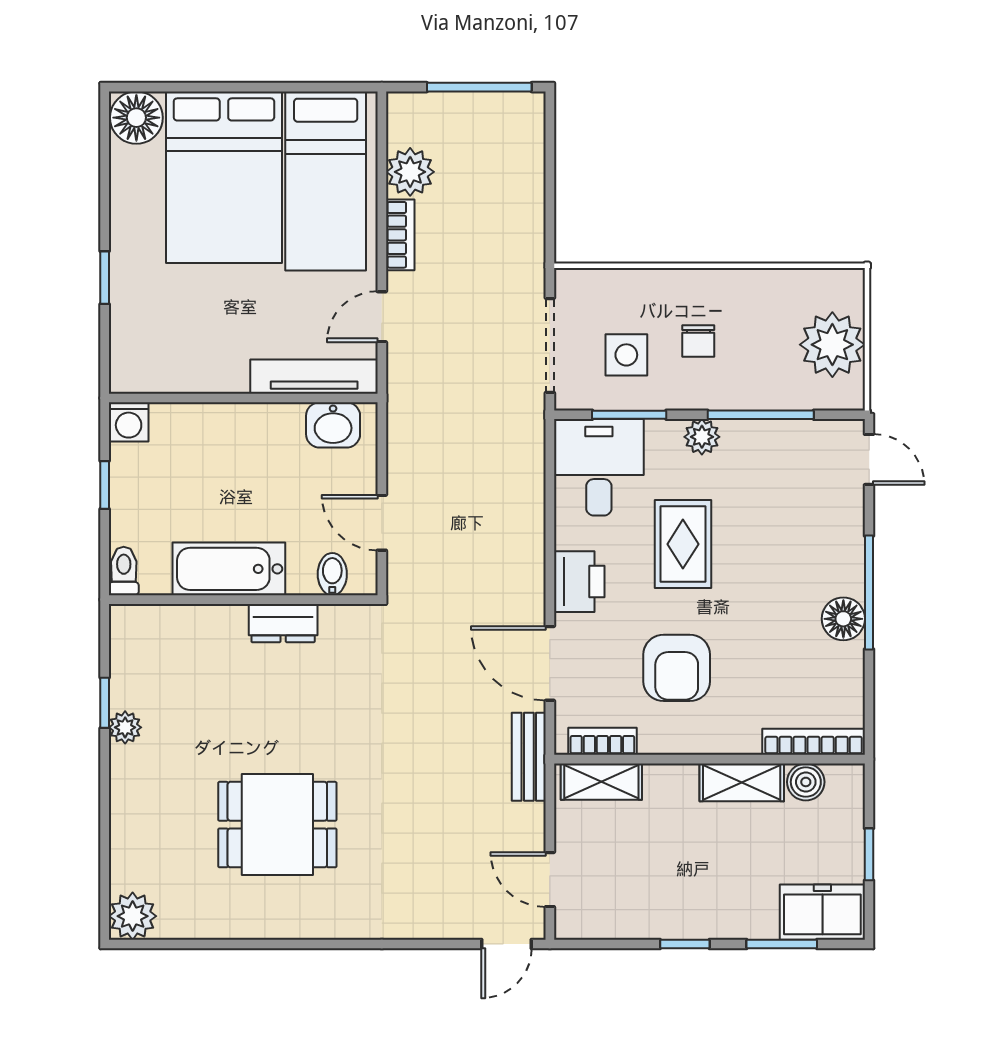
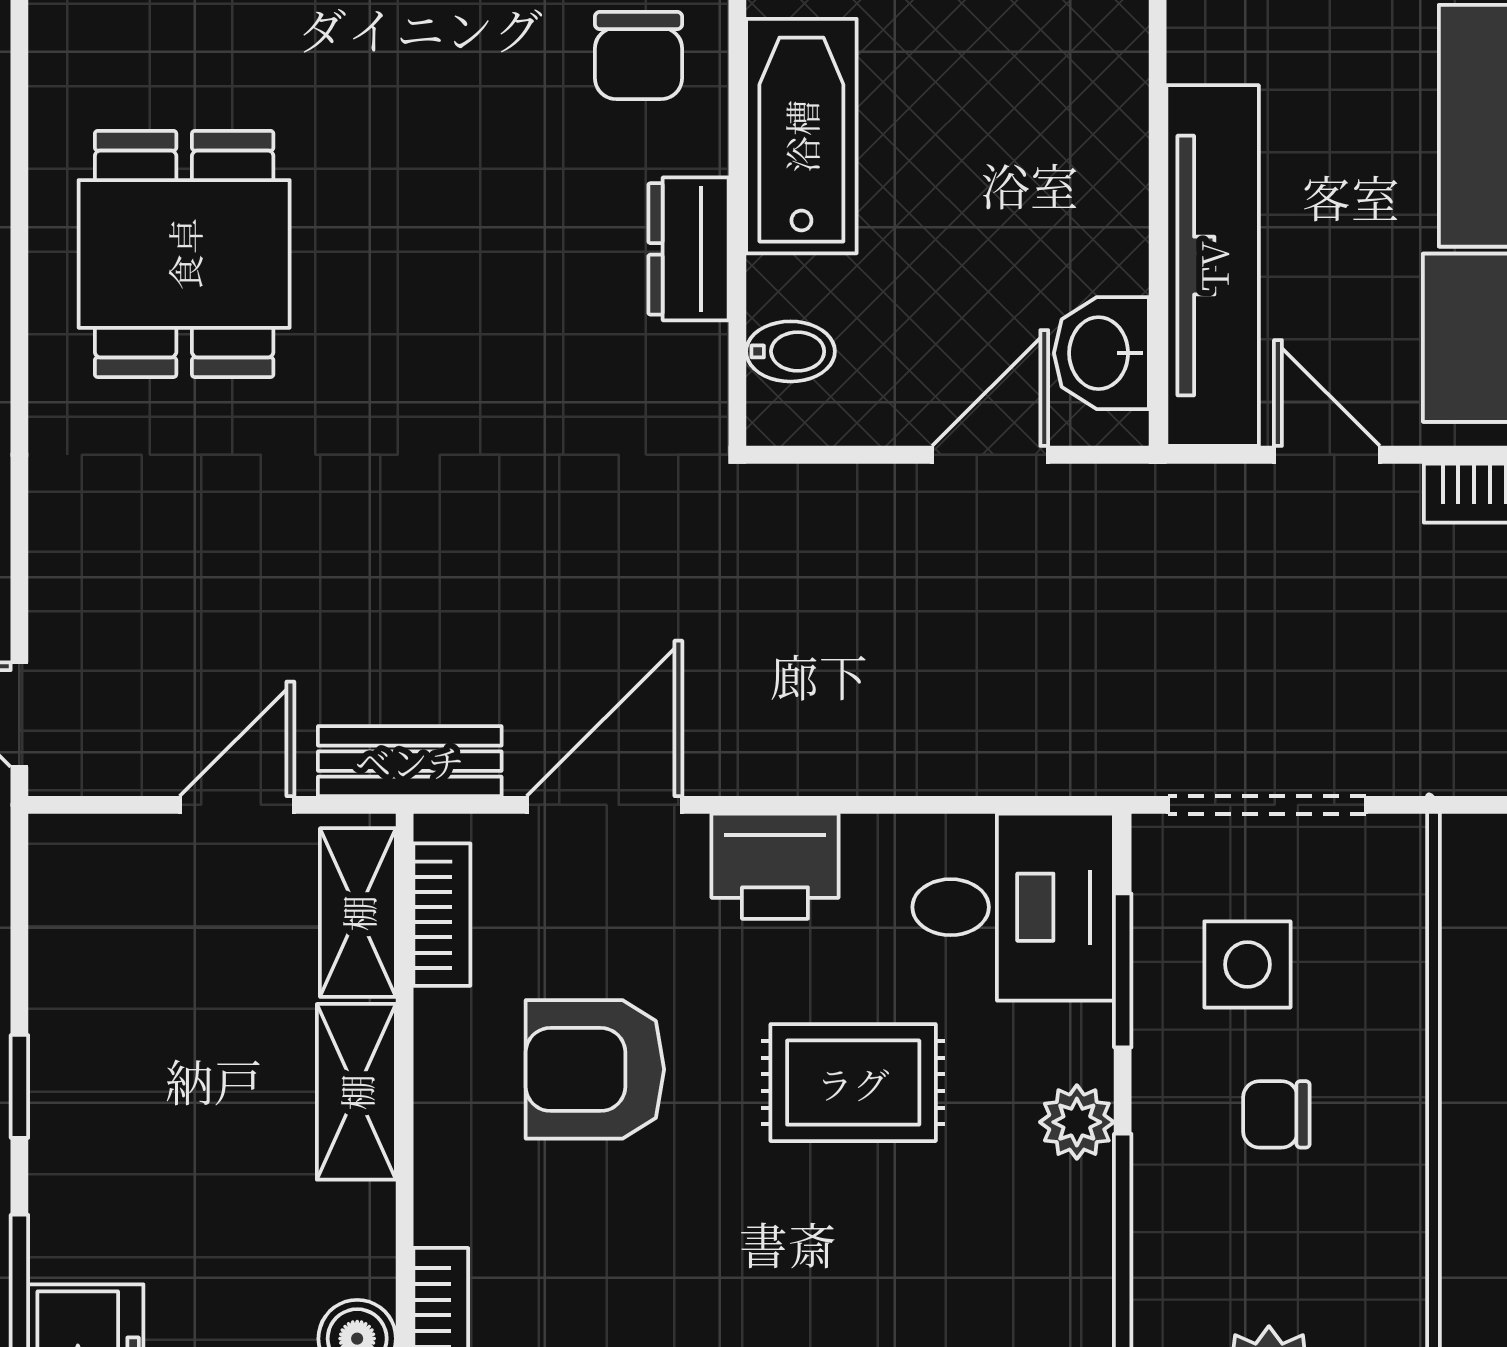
tv unit: (314, 377) -> (1213, 266), width x1.36, depth x1.29
door: (382, 523) -> (990, 455), moved
chair: (190, 647) -> (638, 55), added
shelving: (742, 782) -> (356, 1092), moved
dining table: (277, 825) -> (184, 254), moved
door: (550, 880) -> (237, 805), moved

